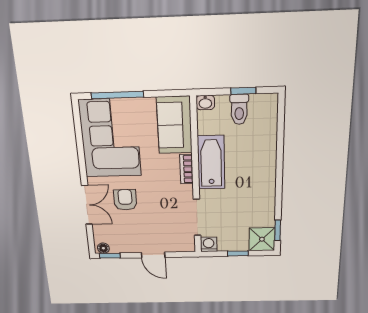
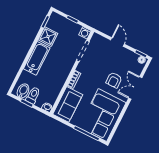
bidet: (260, 108) -> (23, 91), added
bathtub: (211, 162) -> (37, 58), moved, turned 180
shower: (262, 239) -> (48, 37), moved

